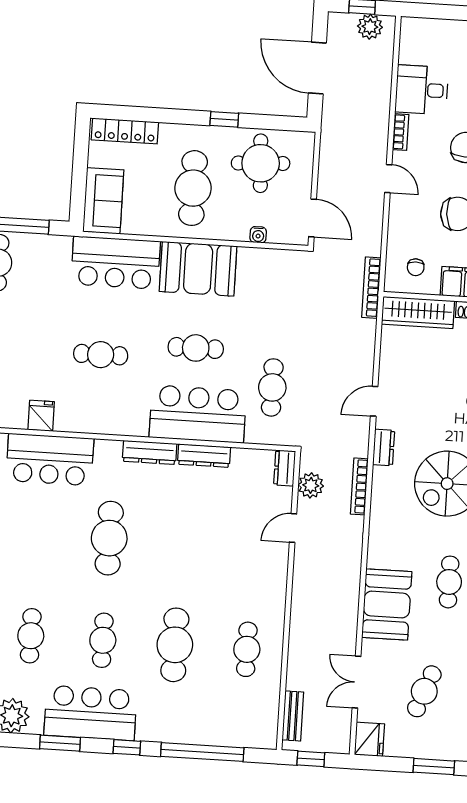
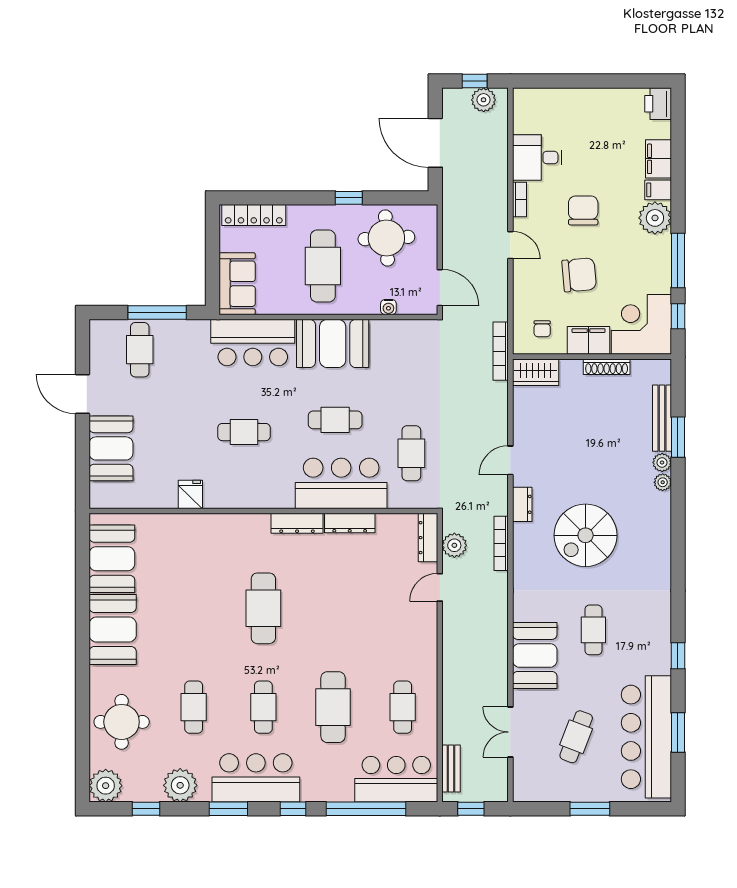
wardrobe: (418, 312) -> (536, 372), width x0.67
bar counter: (50, 460) -> (396, 779), moved, turned 180
dresser: (285, 468) -> (428, 538), width x1.44
fridge: (369, 739) -> (526, 786), removed

